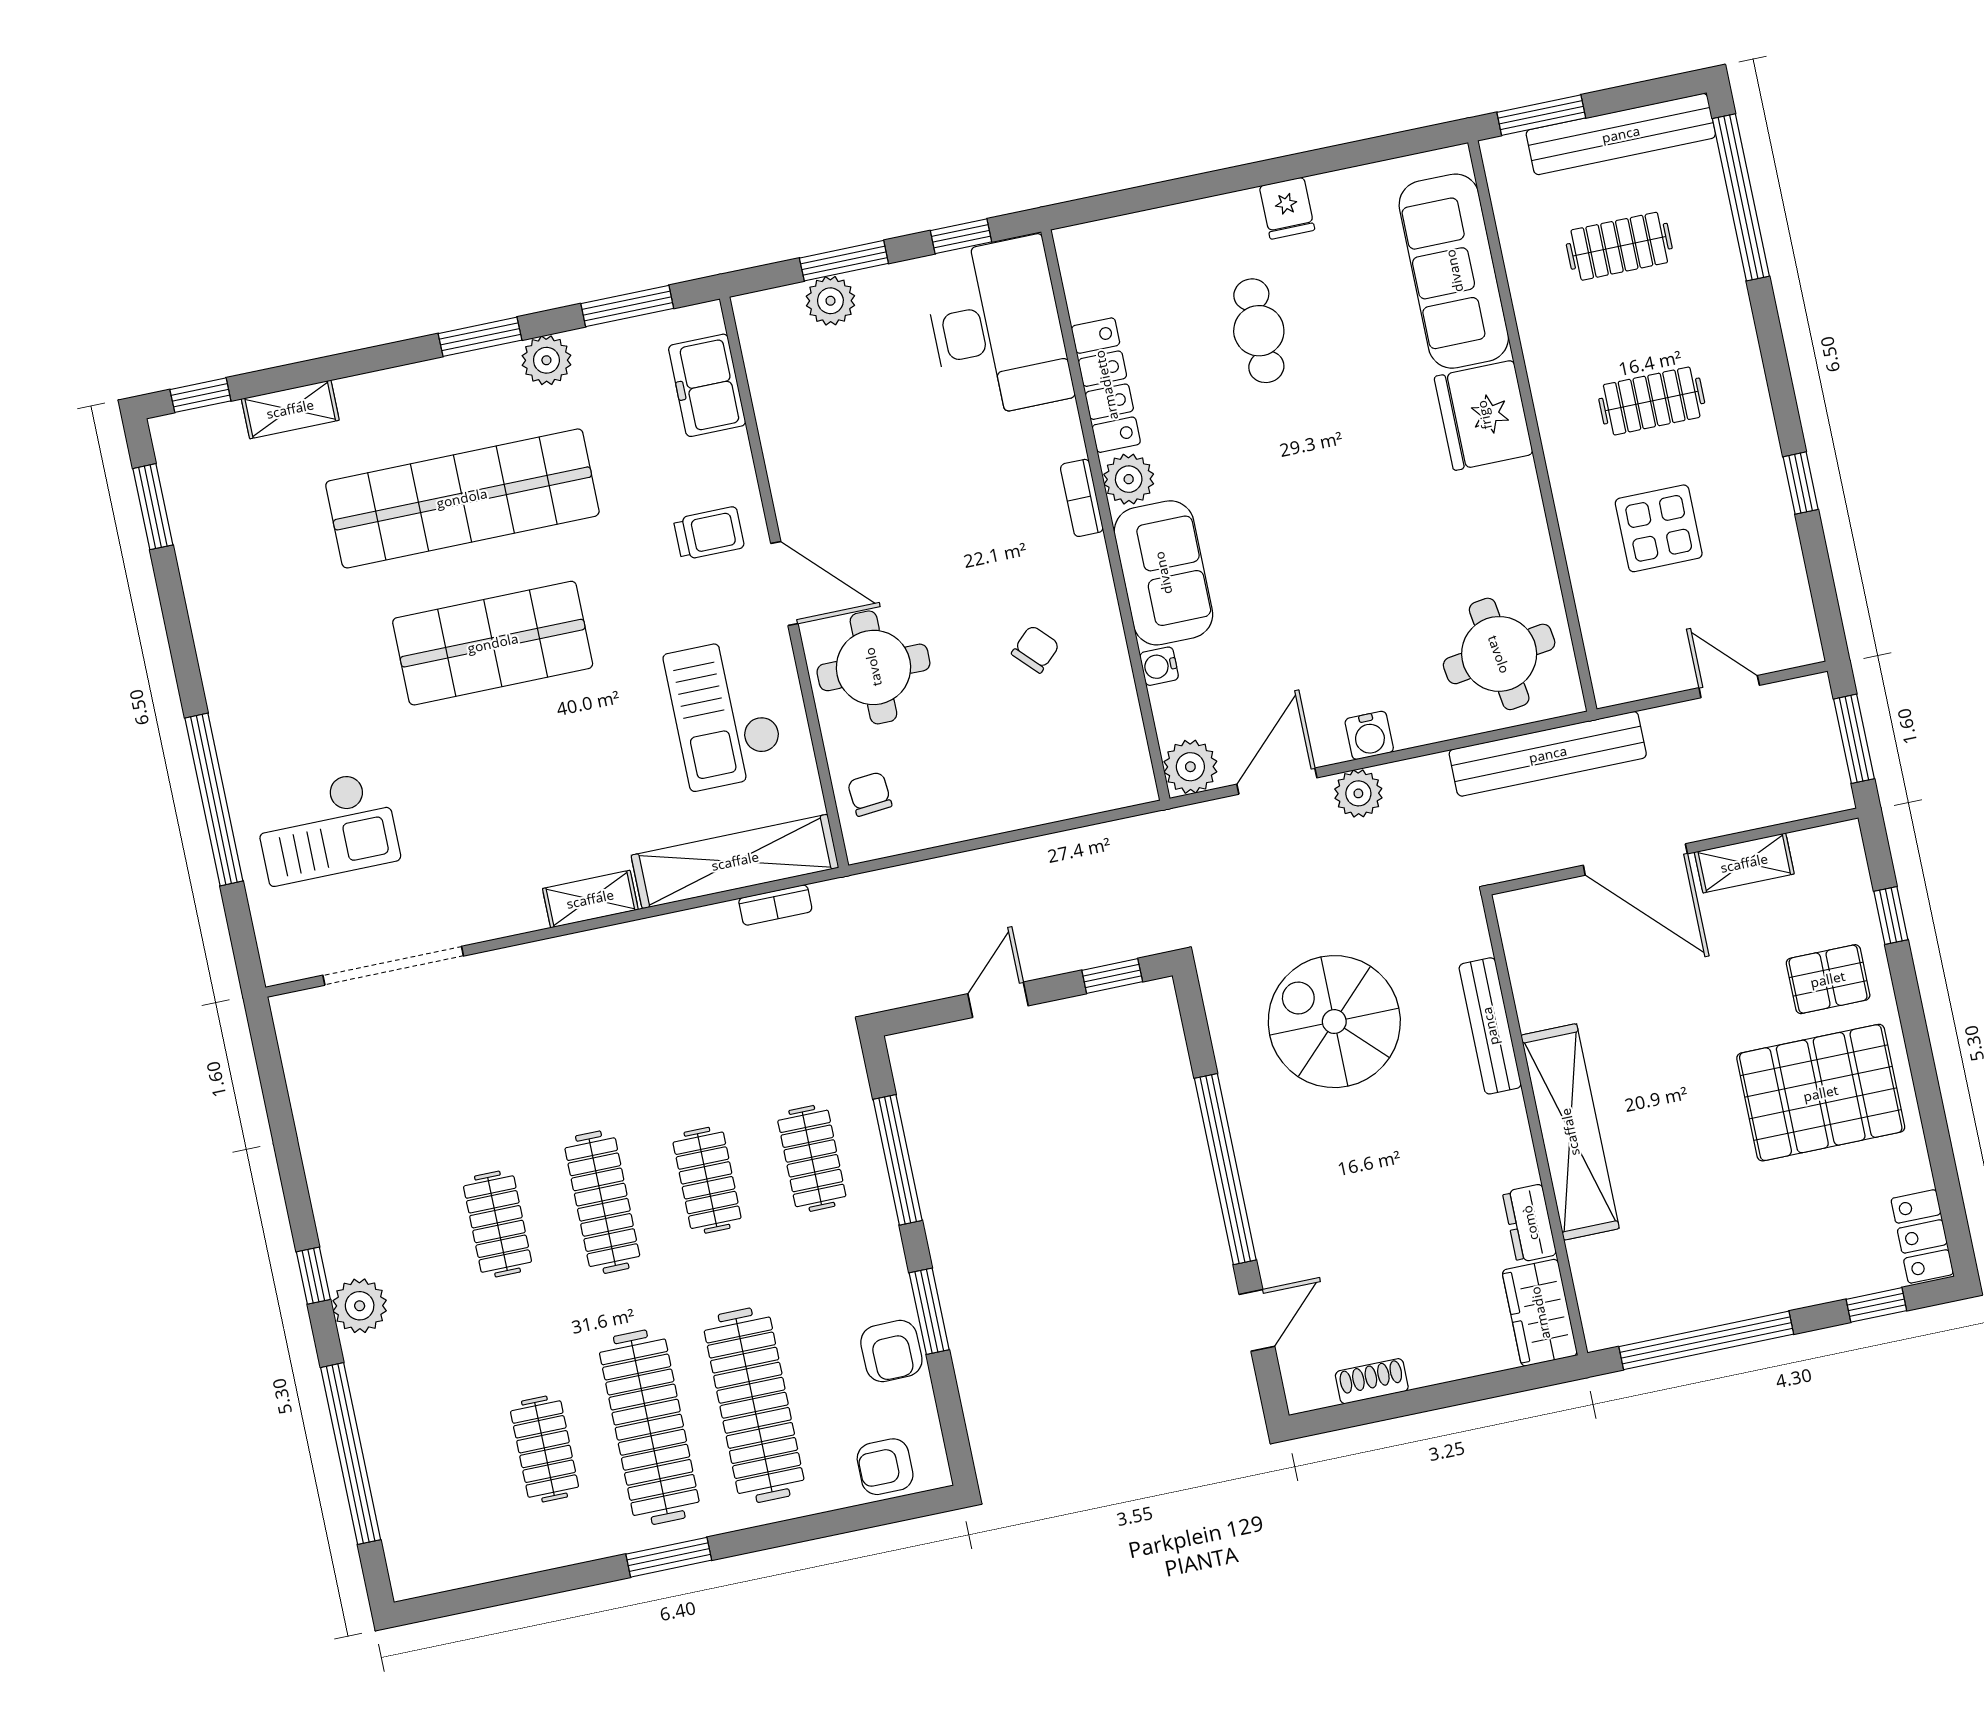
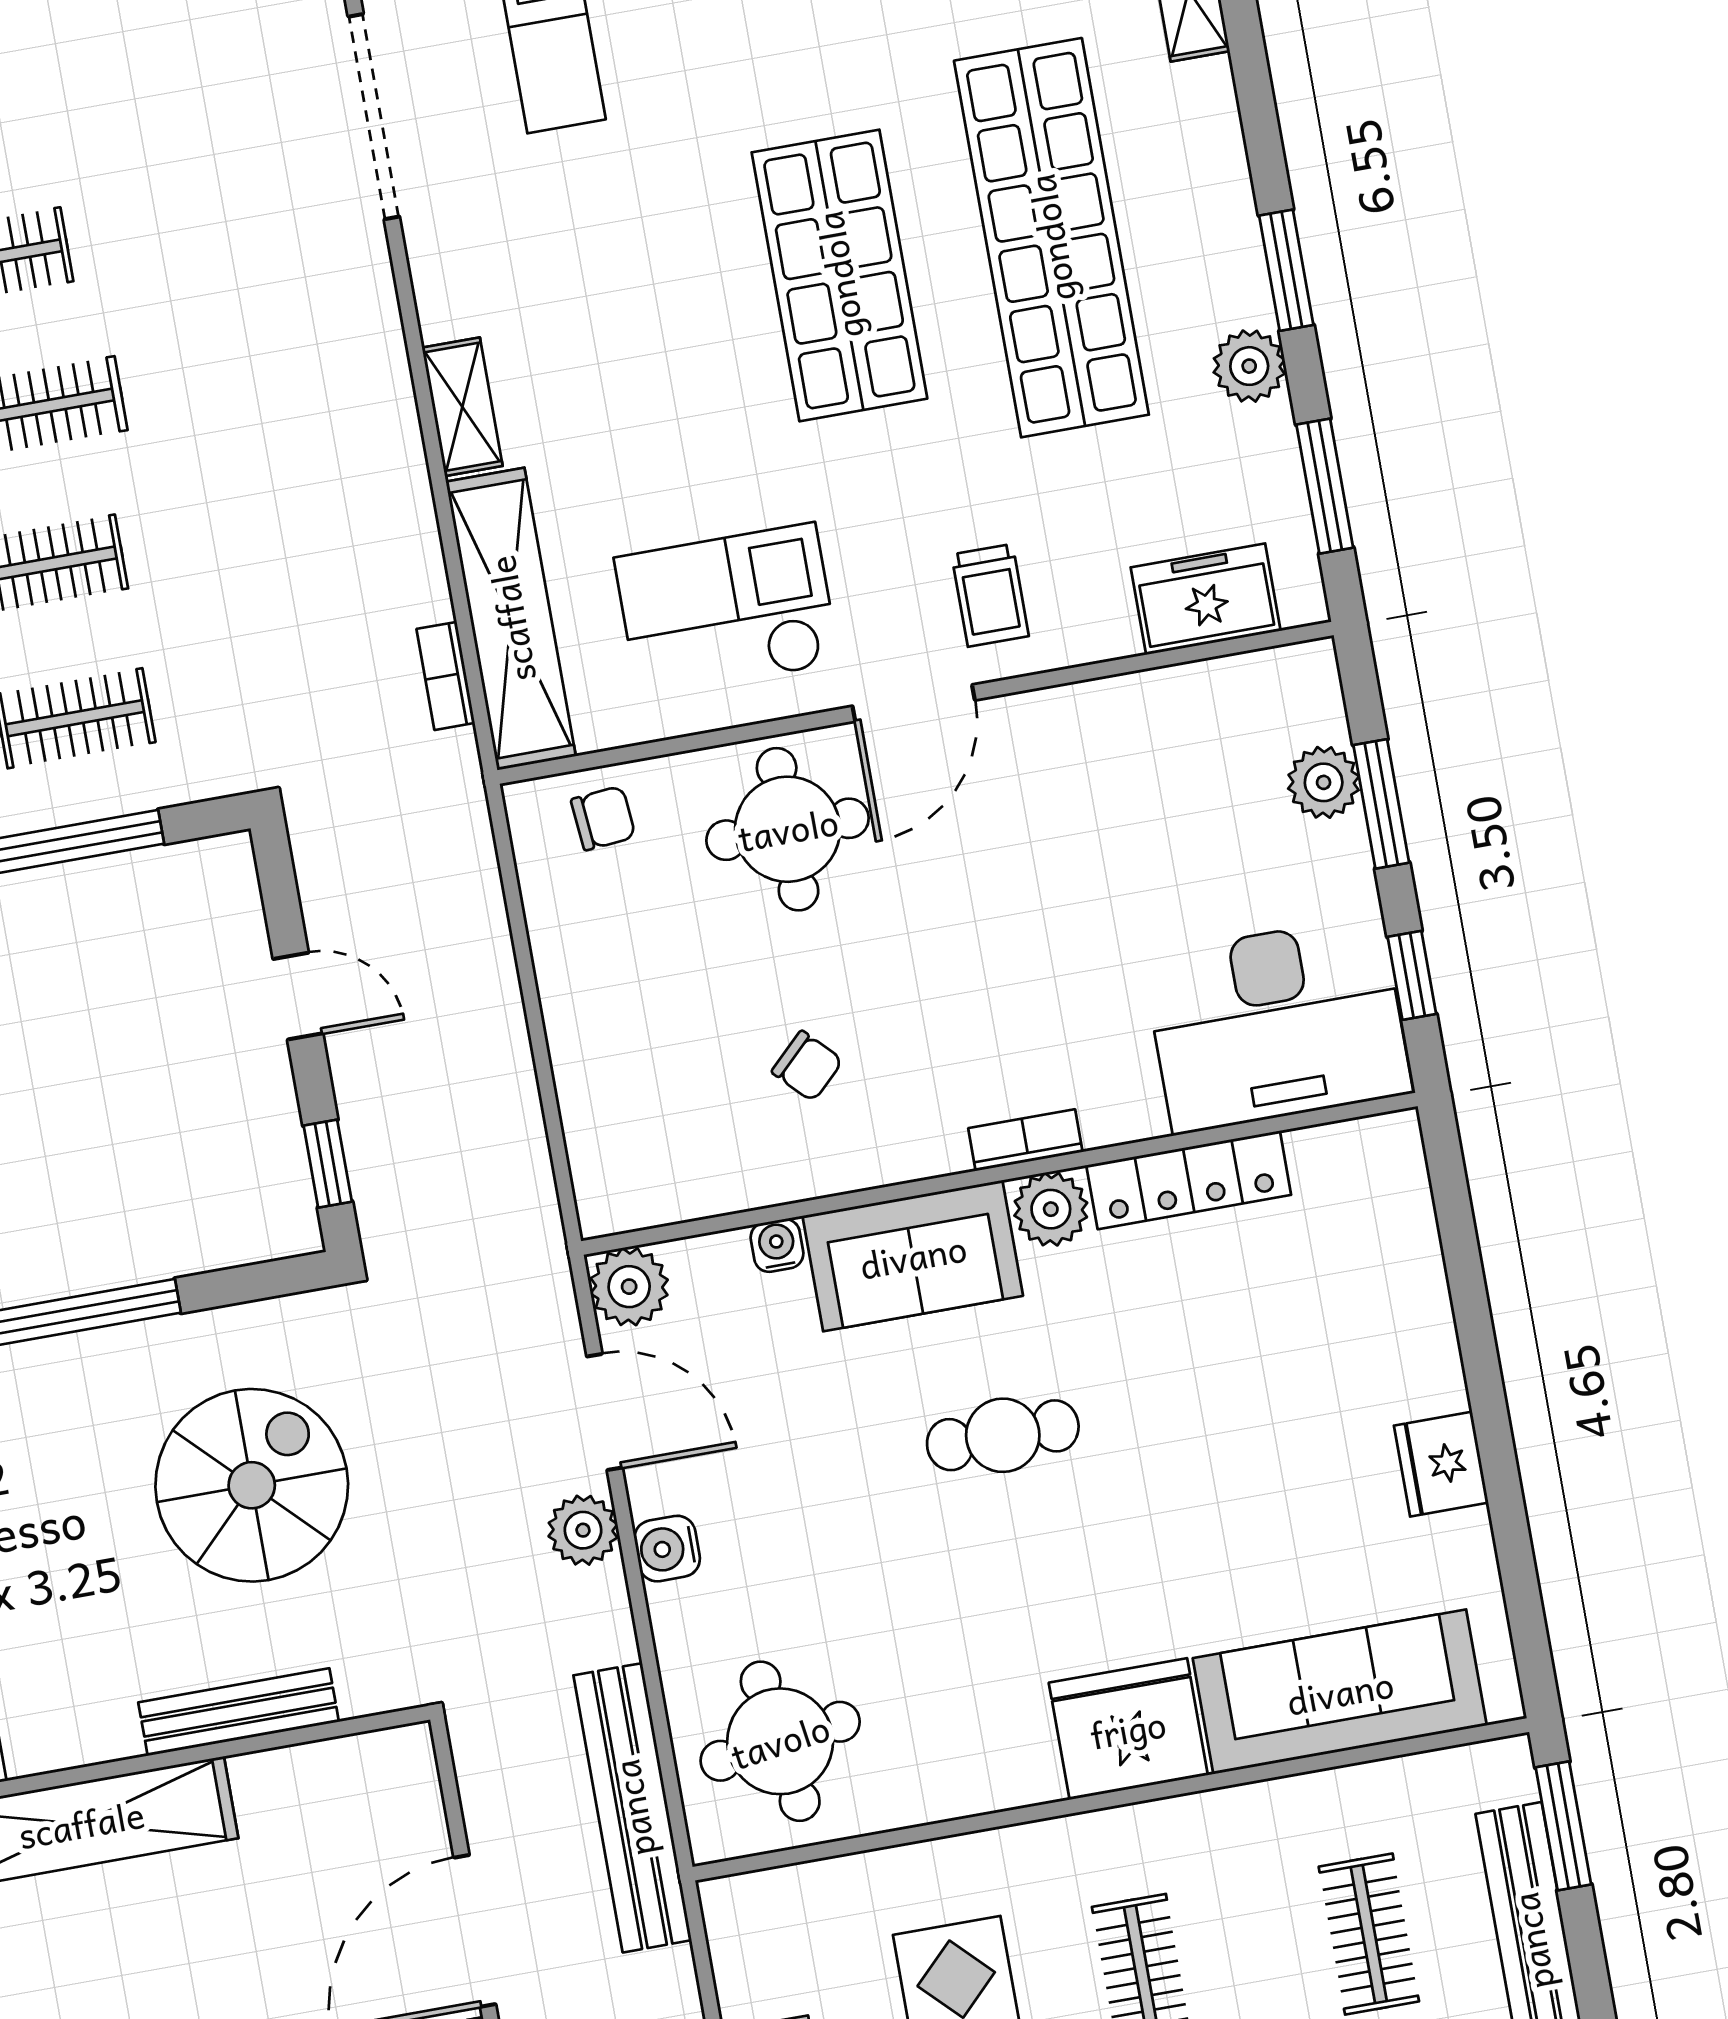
fridge: (1287, 208) -> (1441, 1464), width x1.38
cafe table: (1259, 331) -> (1003, 1435), moved

